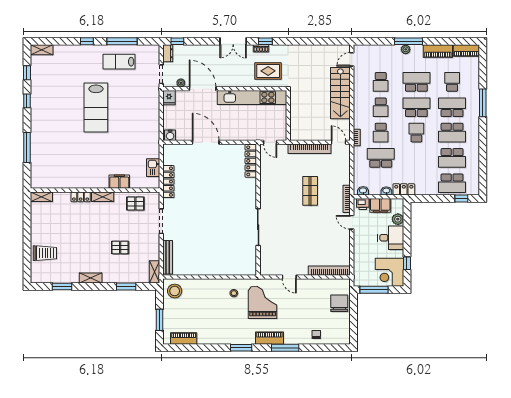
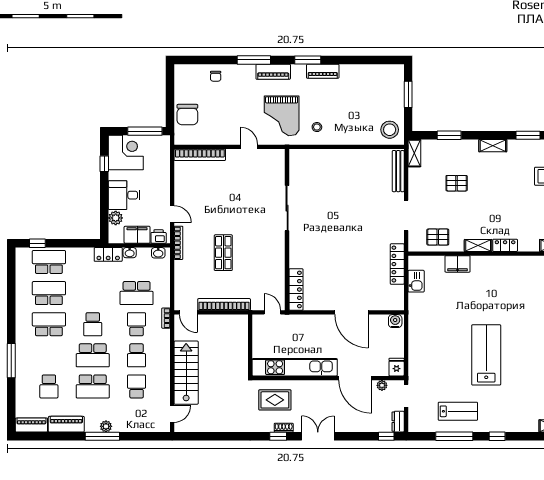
school desk: (381, 107) -> (137, 355), turned 180
school desk: (452, 107) -> (49, 355), removed
piano: (184, 339) -> (323, 71), moved

